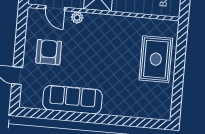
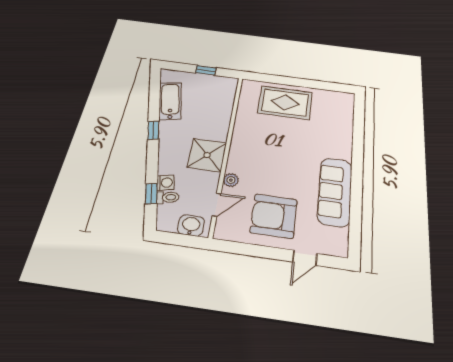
armchair: (49, 52) -> (274, 216), width x1.36, depth x1.36

